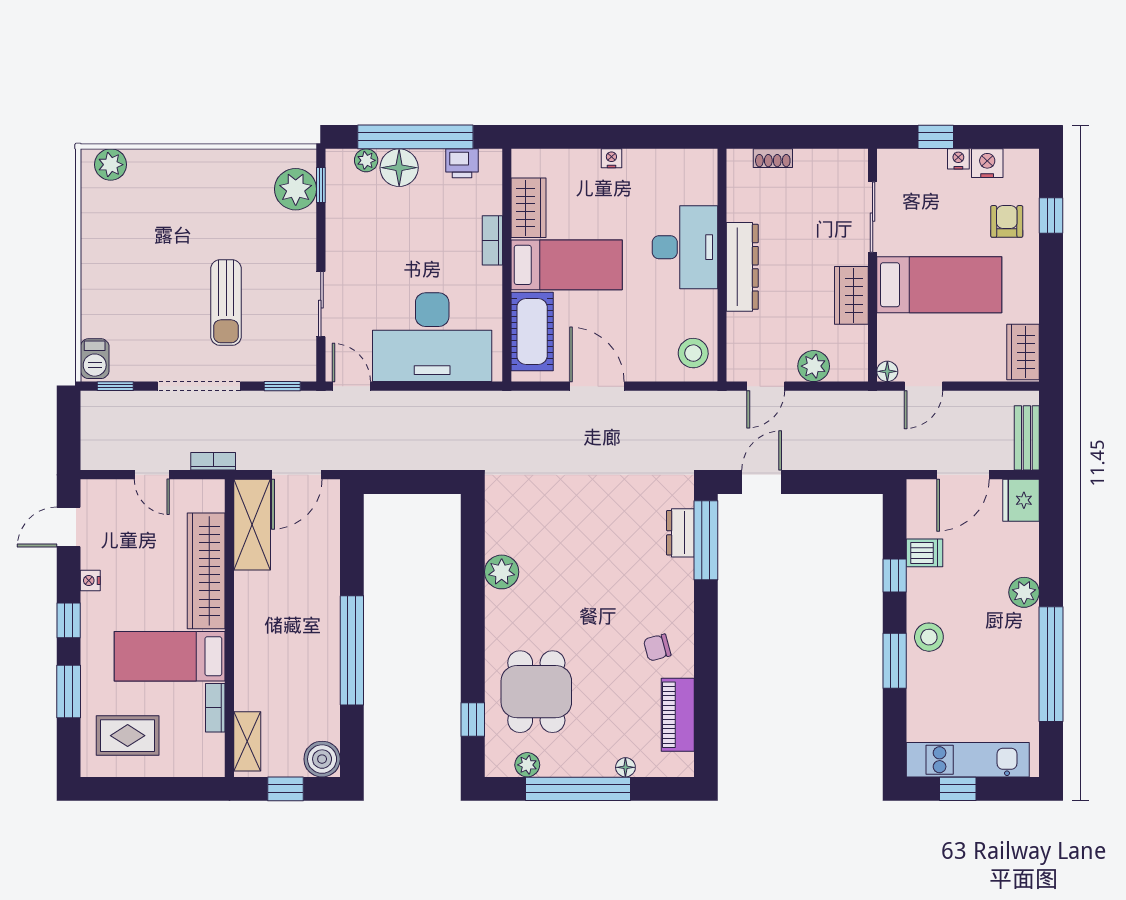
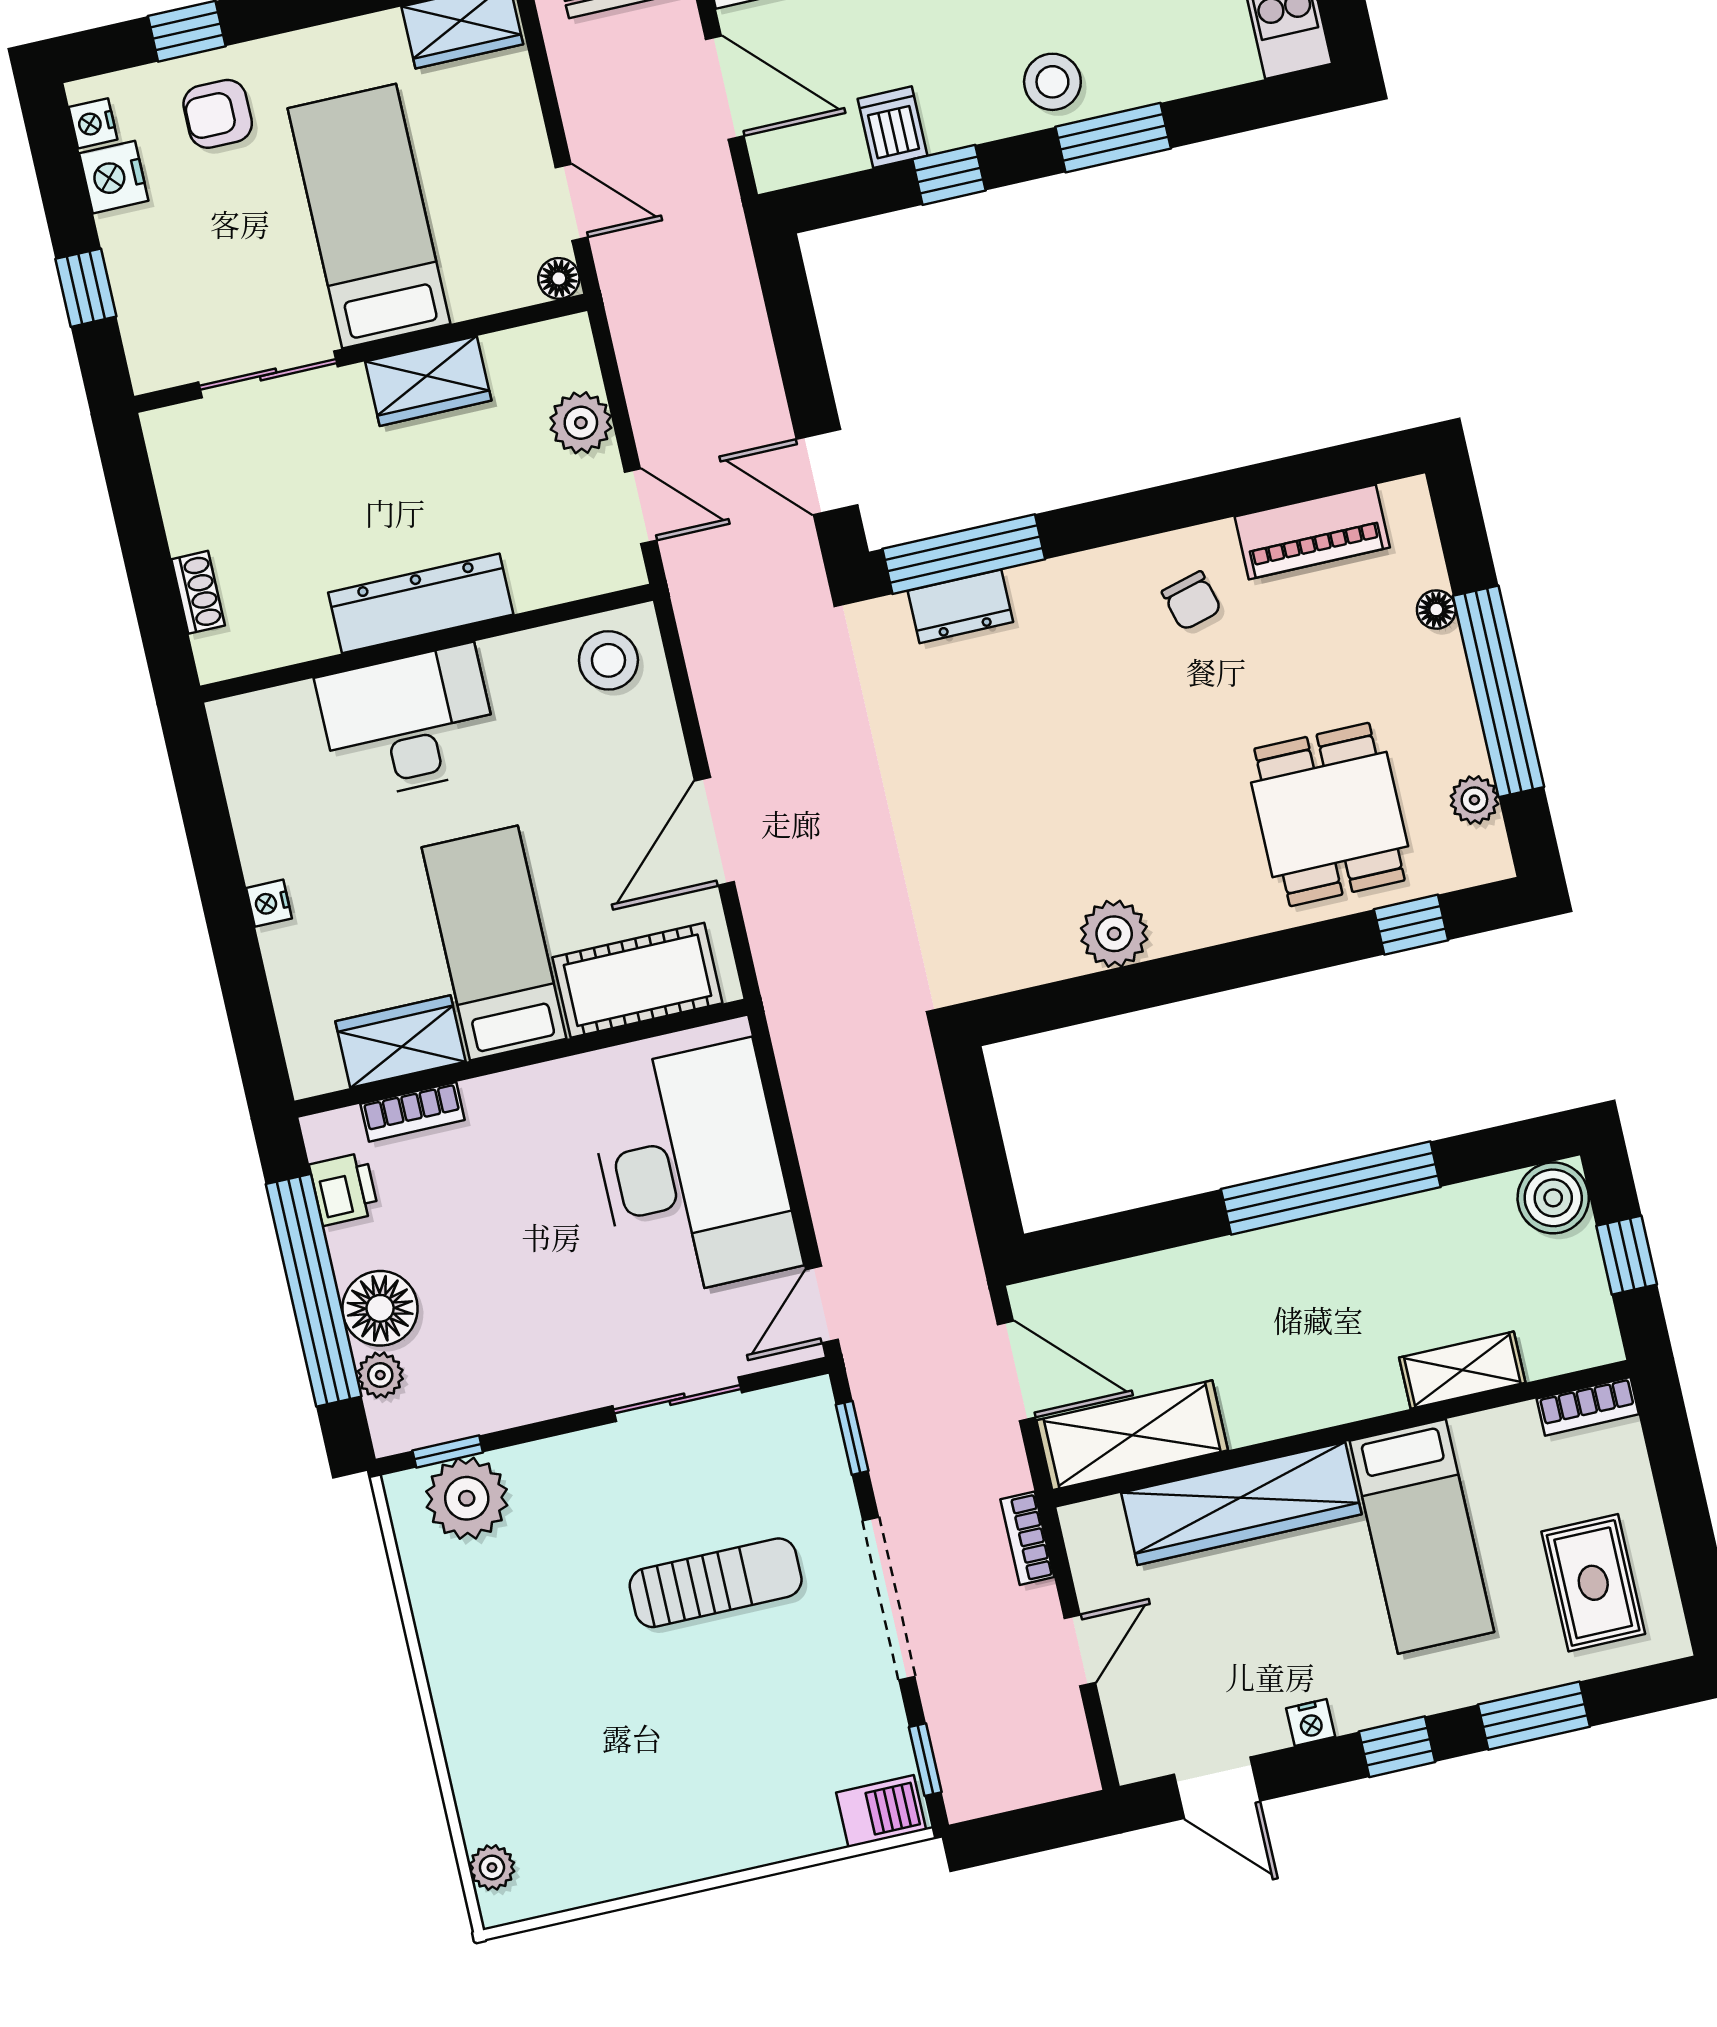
nightstand: (958, 159) -> (93, 123), moved
plant: (111, 165) -> (492, 1867), width x0.73, depth x0.73
bookcase: (492, 240) -> (413, 1112), moved
dining table: (536, 692) -> (1330, 814), turned 90
bookcase: (215, 708) -> (1588, 1406), moved
shelving: (247, 741) -> (1462, 1370), moved

